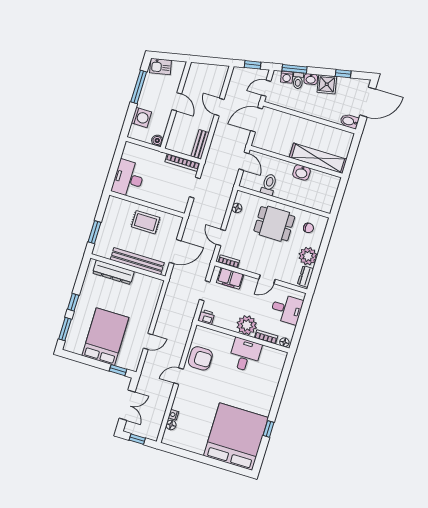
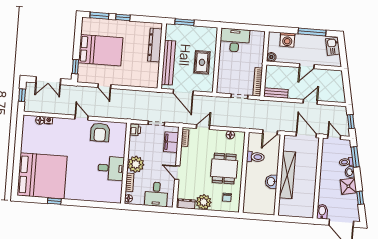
washing machine: (287, 77) -> (347, 152), removed
shelving: (318, 158) -> (287, 175), moved

